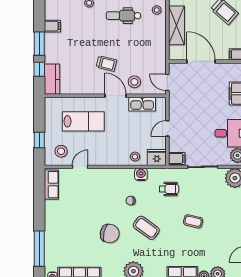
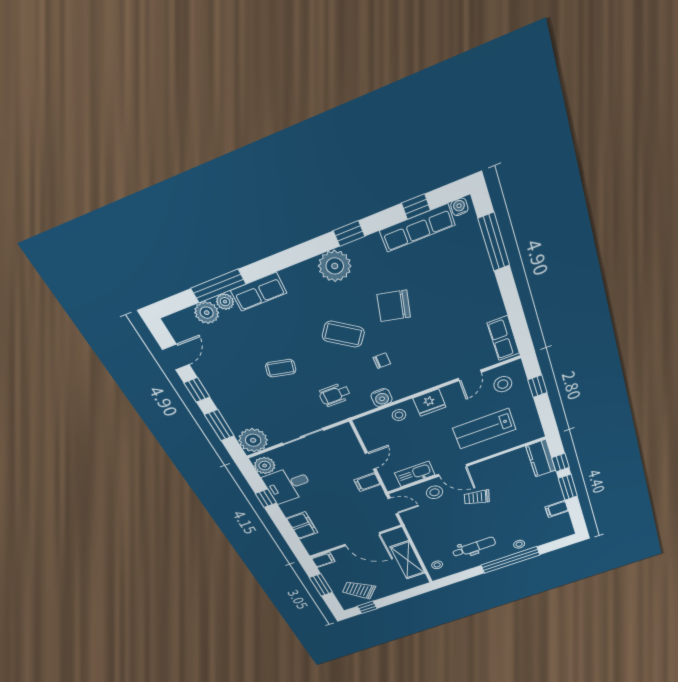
fridge: (157, 158) -> (429, 403), moved
filing cabinet: (177, 158) -> (367, 482), moved

